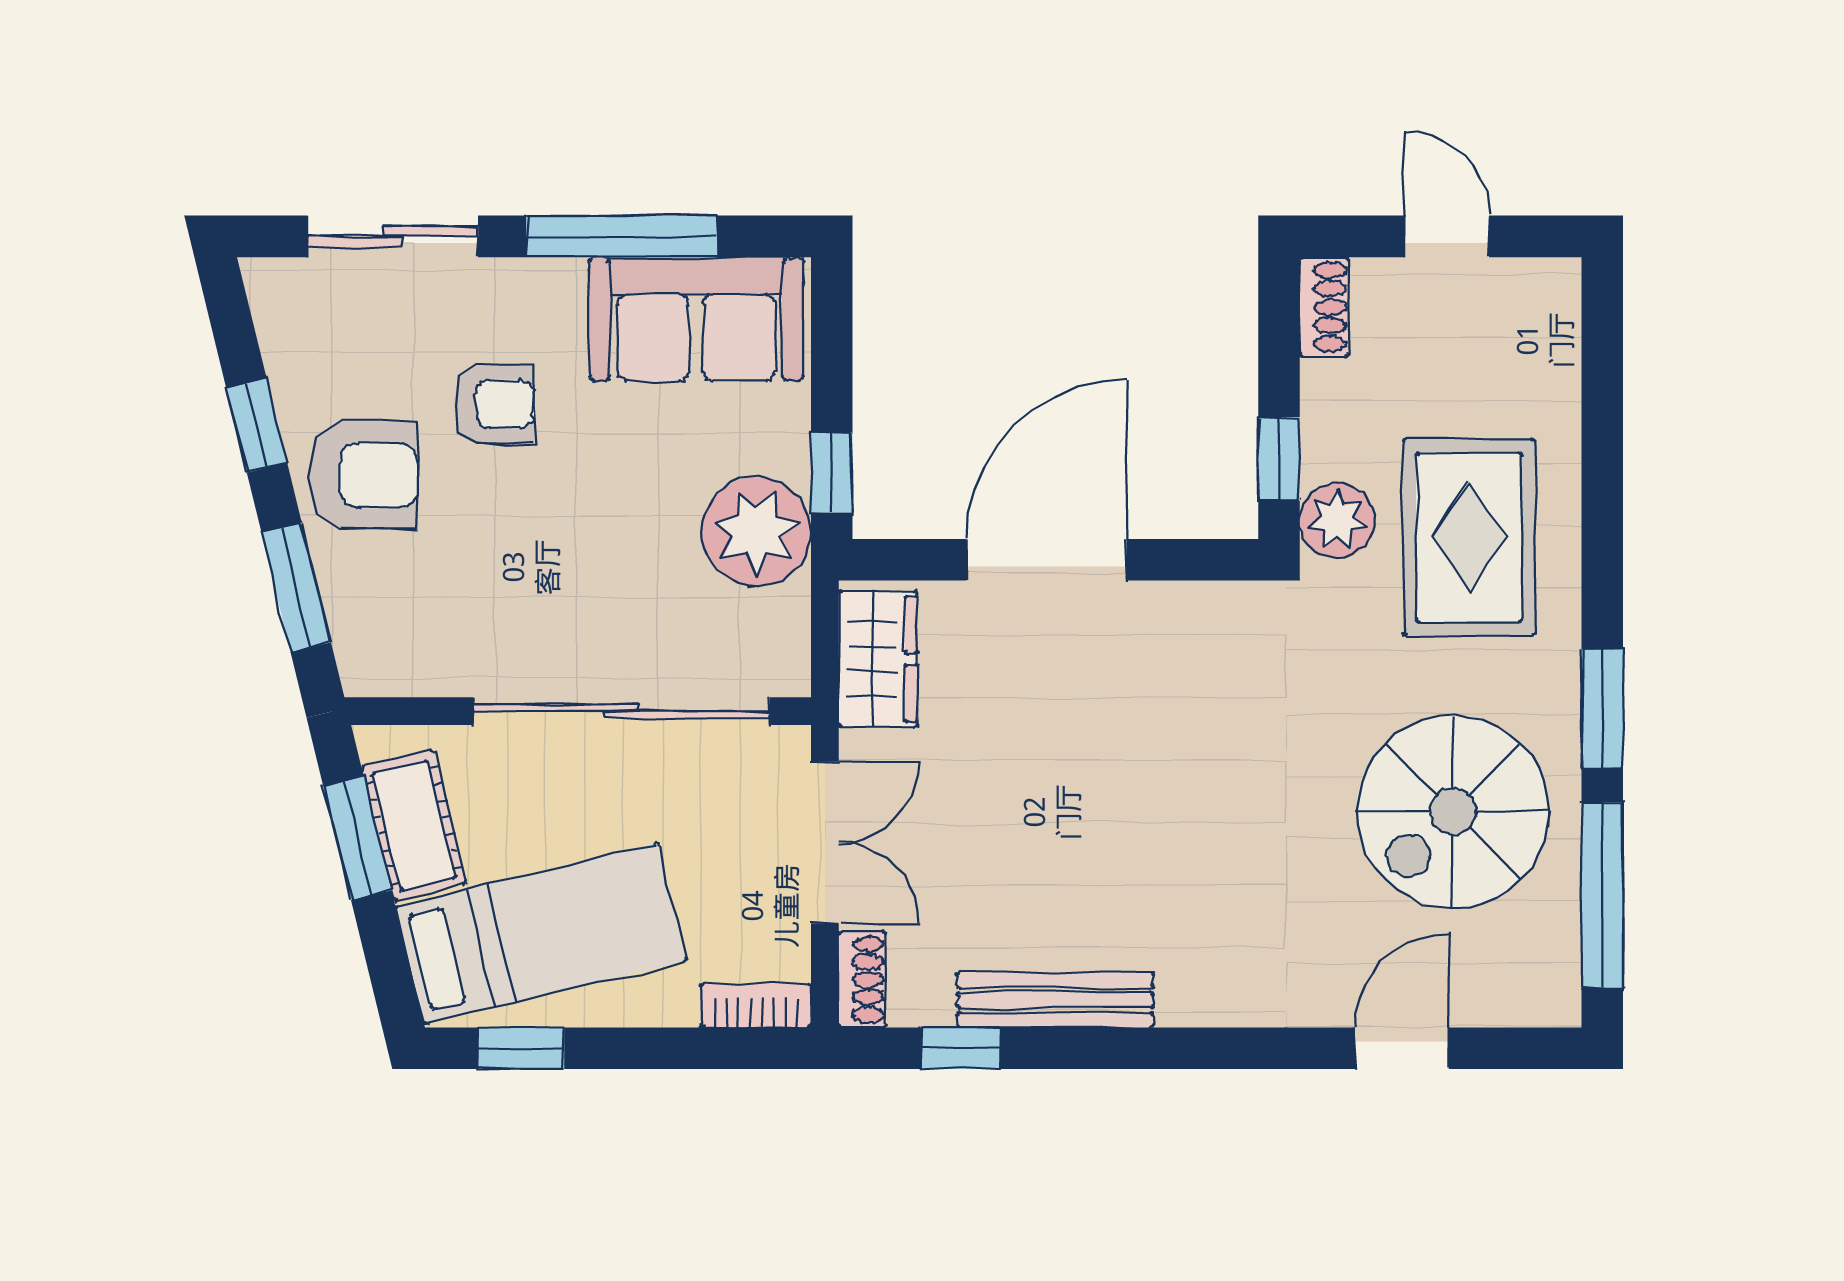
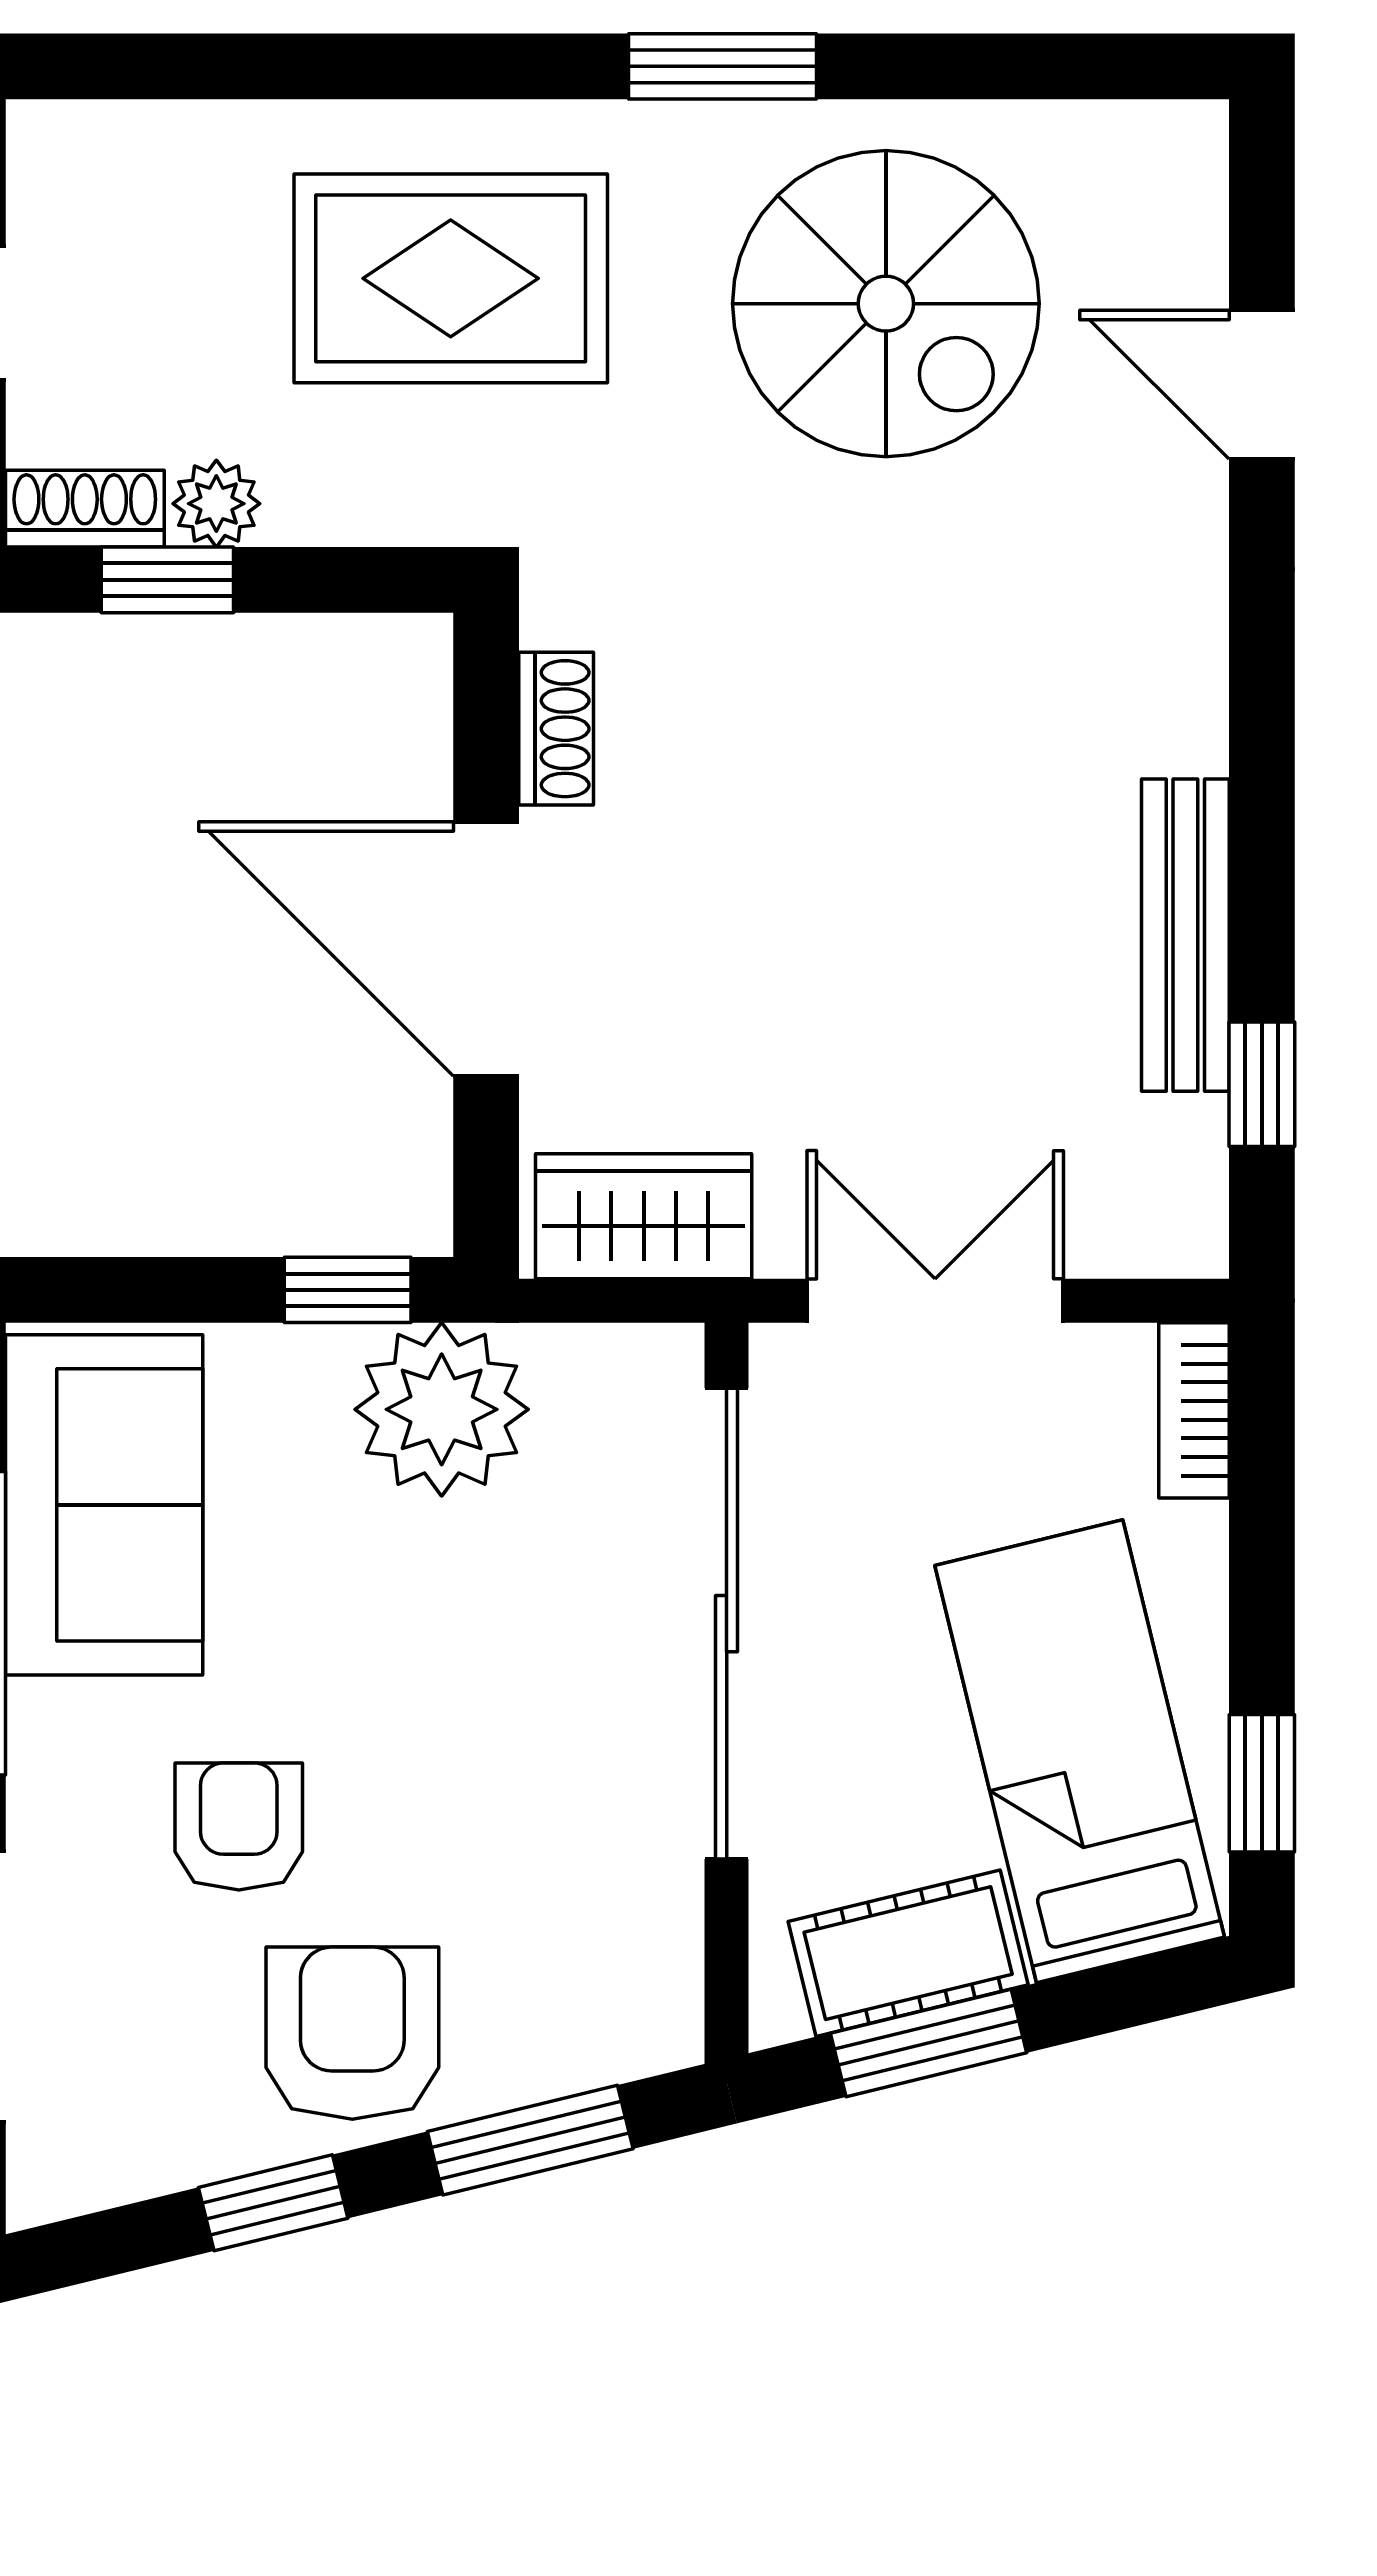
window: (1279, 459) -> (167, 580), moved
plant: (1337, 520) -> (216, 504), moved, width x0.73, depth x0.73
window: (1602, 895) -> (1018, 66), removed
shoe rack: (862, 979) -> (556, 729), moved, turned 90

